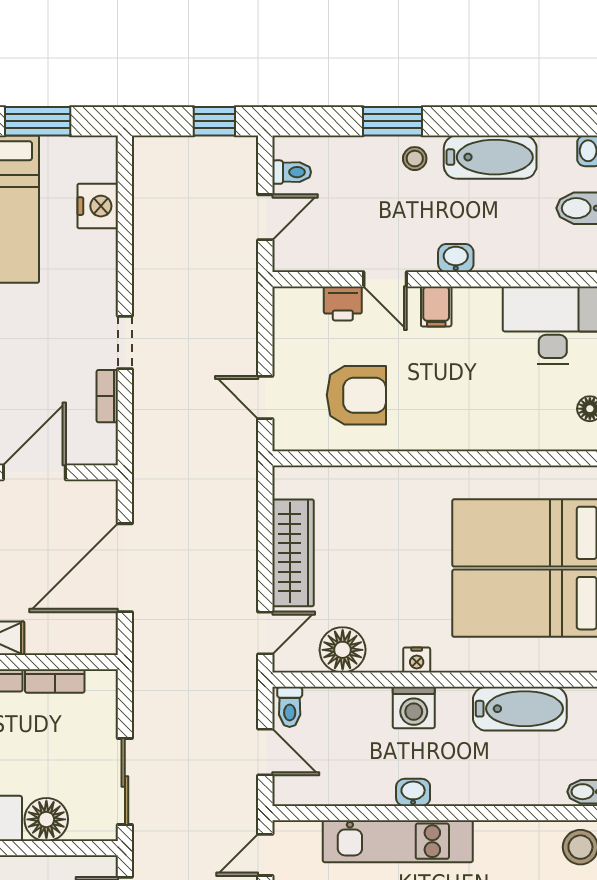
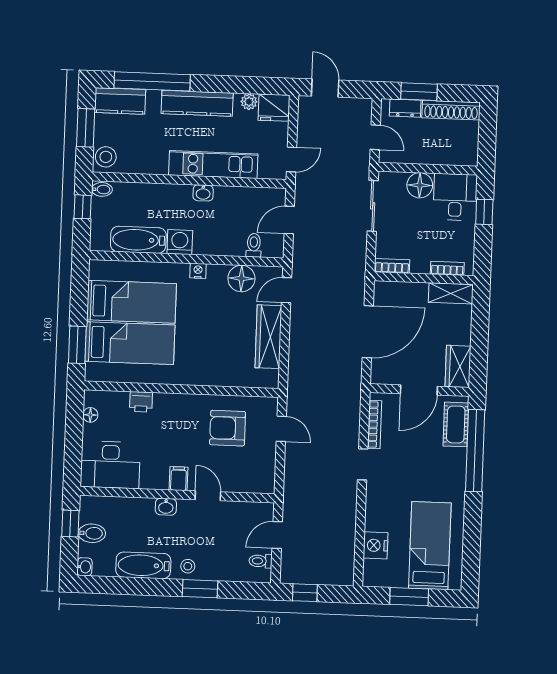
printer: (343, 303) -> (141, 402), moved, turned 180
bookcase: (107, 396) -> (375, 425), width x1.56
bookcase: (55, 681) -> (392, 266), moved
toilet: (290, 707) -> (254, 245), moved
washing machine: (414, 707) -> (180, 242), moved
door: (265, 752) -> (289, 220), hinge flipped

